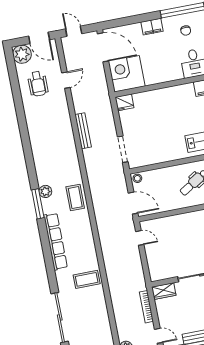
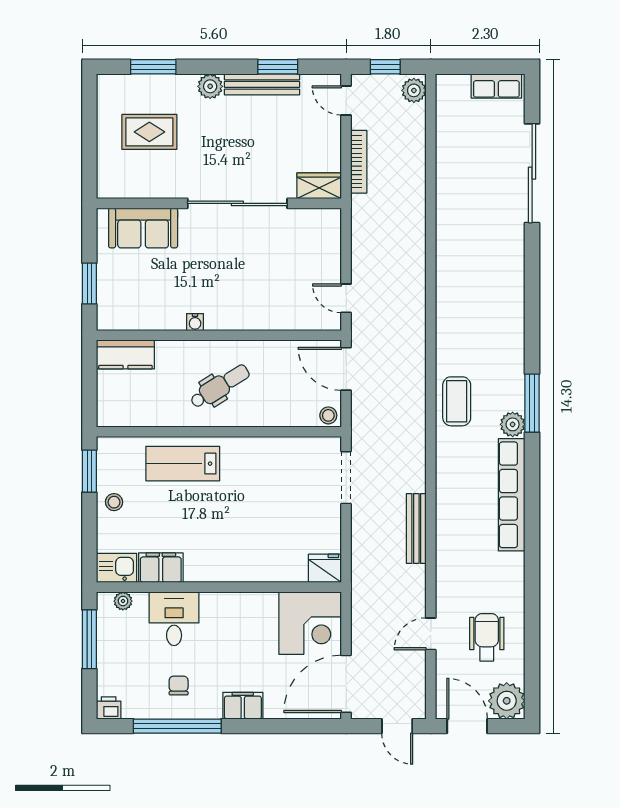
door: (103, 47) -> (346, 684), hinge flipped
row of seats: (55, 241) -> (512, 495), moved
coffee table: (87, 279) -> (465, 237), removed

